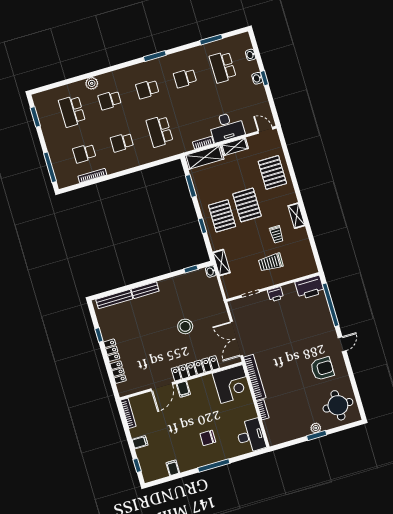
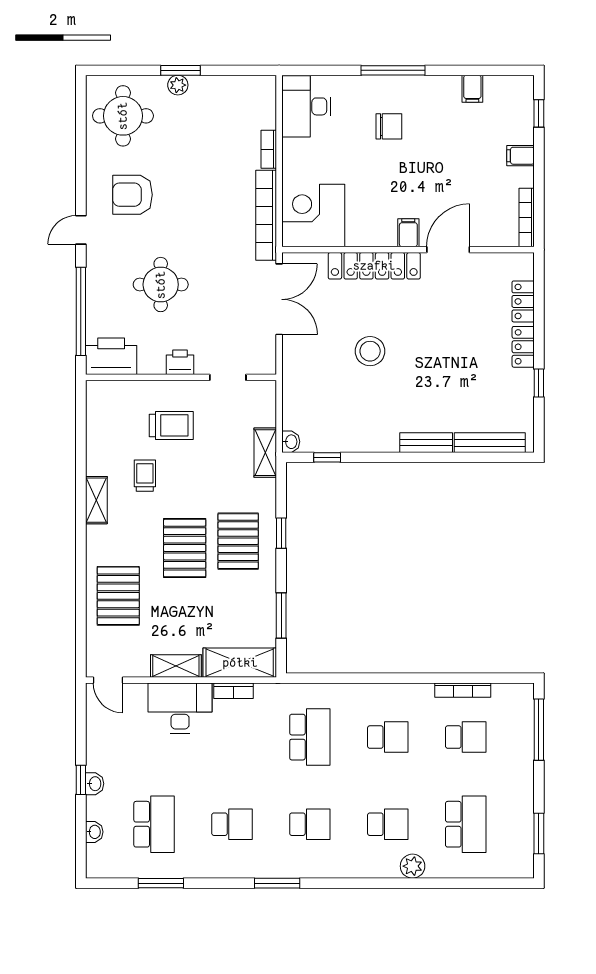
round table: (296, 329) -> (161, 285), added

